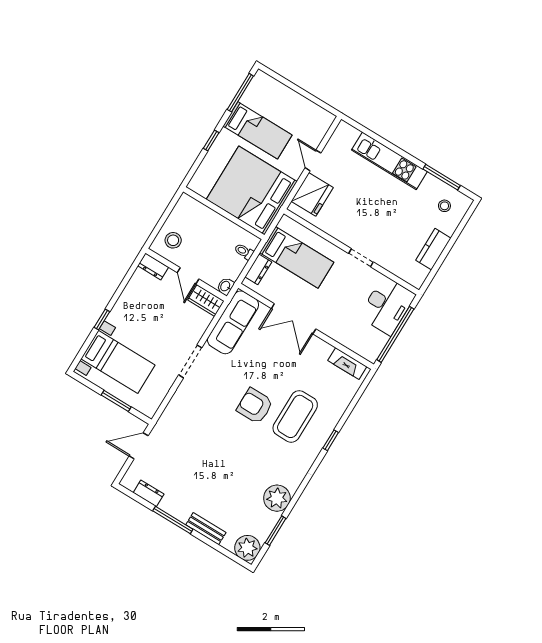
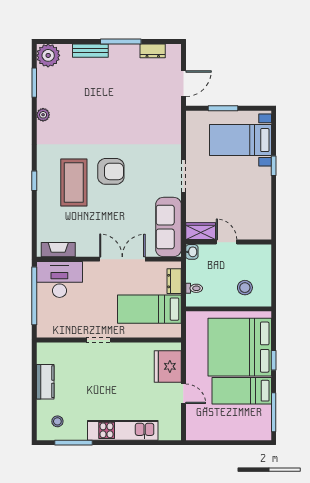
bed: (252, 191) -> (240, 347), moved, turned 180
stool: (173, 240) -> (245, 288), moved
dresser: (153, 266) -> (259, 233), removed
desk: (387, 306) -> (59, 279), moved, turned 90
plant: (277, 498) -> (43, 115), width x0.53, depth x0.53

